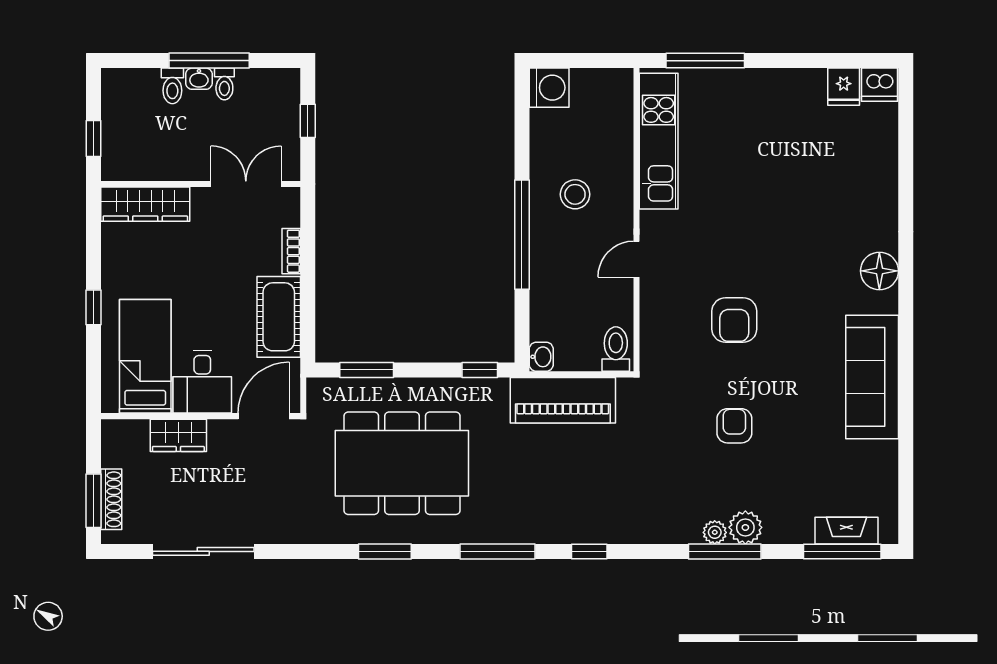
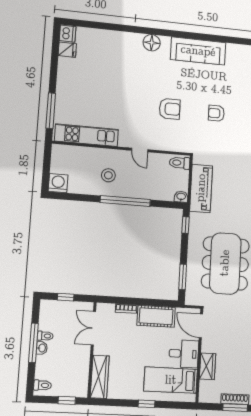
toilet: (172, 86) -> (43, 385), moved

